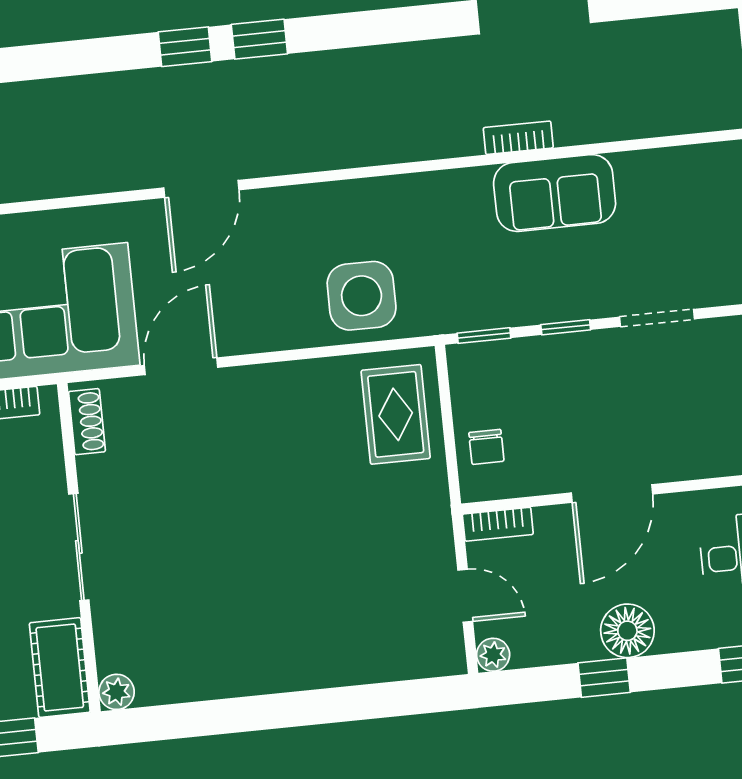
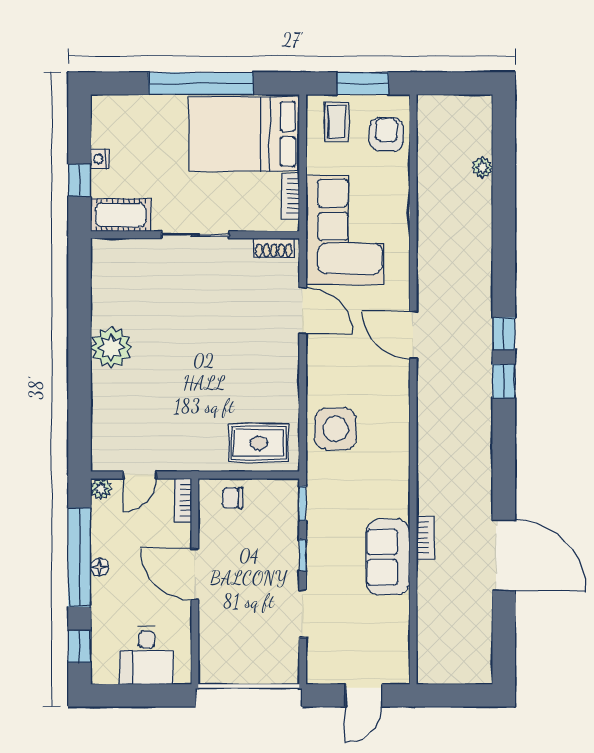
floor lamp: (627, 631) -> (100, 567), width x0.53, depth x0.53
window: (604, 678) -> (79, 557), width x3.17
plant: (117, 692) -> (111, 347), moved, width x1.88, depth x1.88

